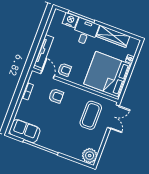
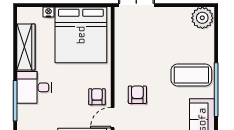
nightstand: (70, 20) -> (26, 114), removed
coffee table: (91, 115) -> (191, 75), moved

